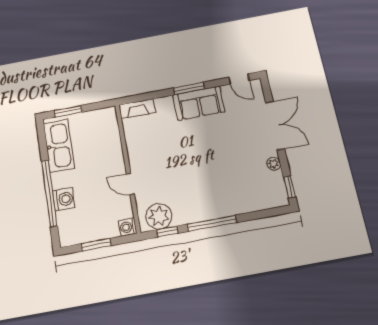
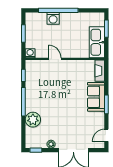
sofa: (199, 103) -> (96, 97), moved
kitchen sink: (59, 146) -> (97, 42), moved, turned 90
door: (130, 184) -> (55, 59), hinge flipped
plant: (159, 216) -> (33, 120), moved

